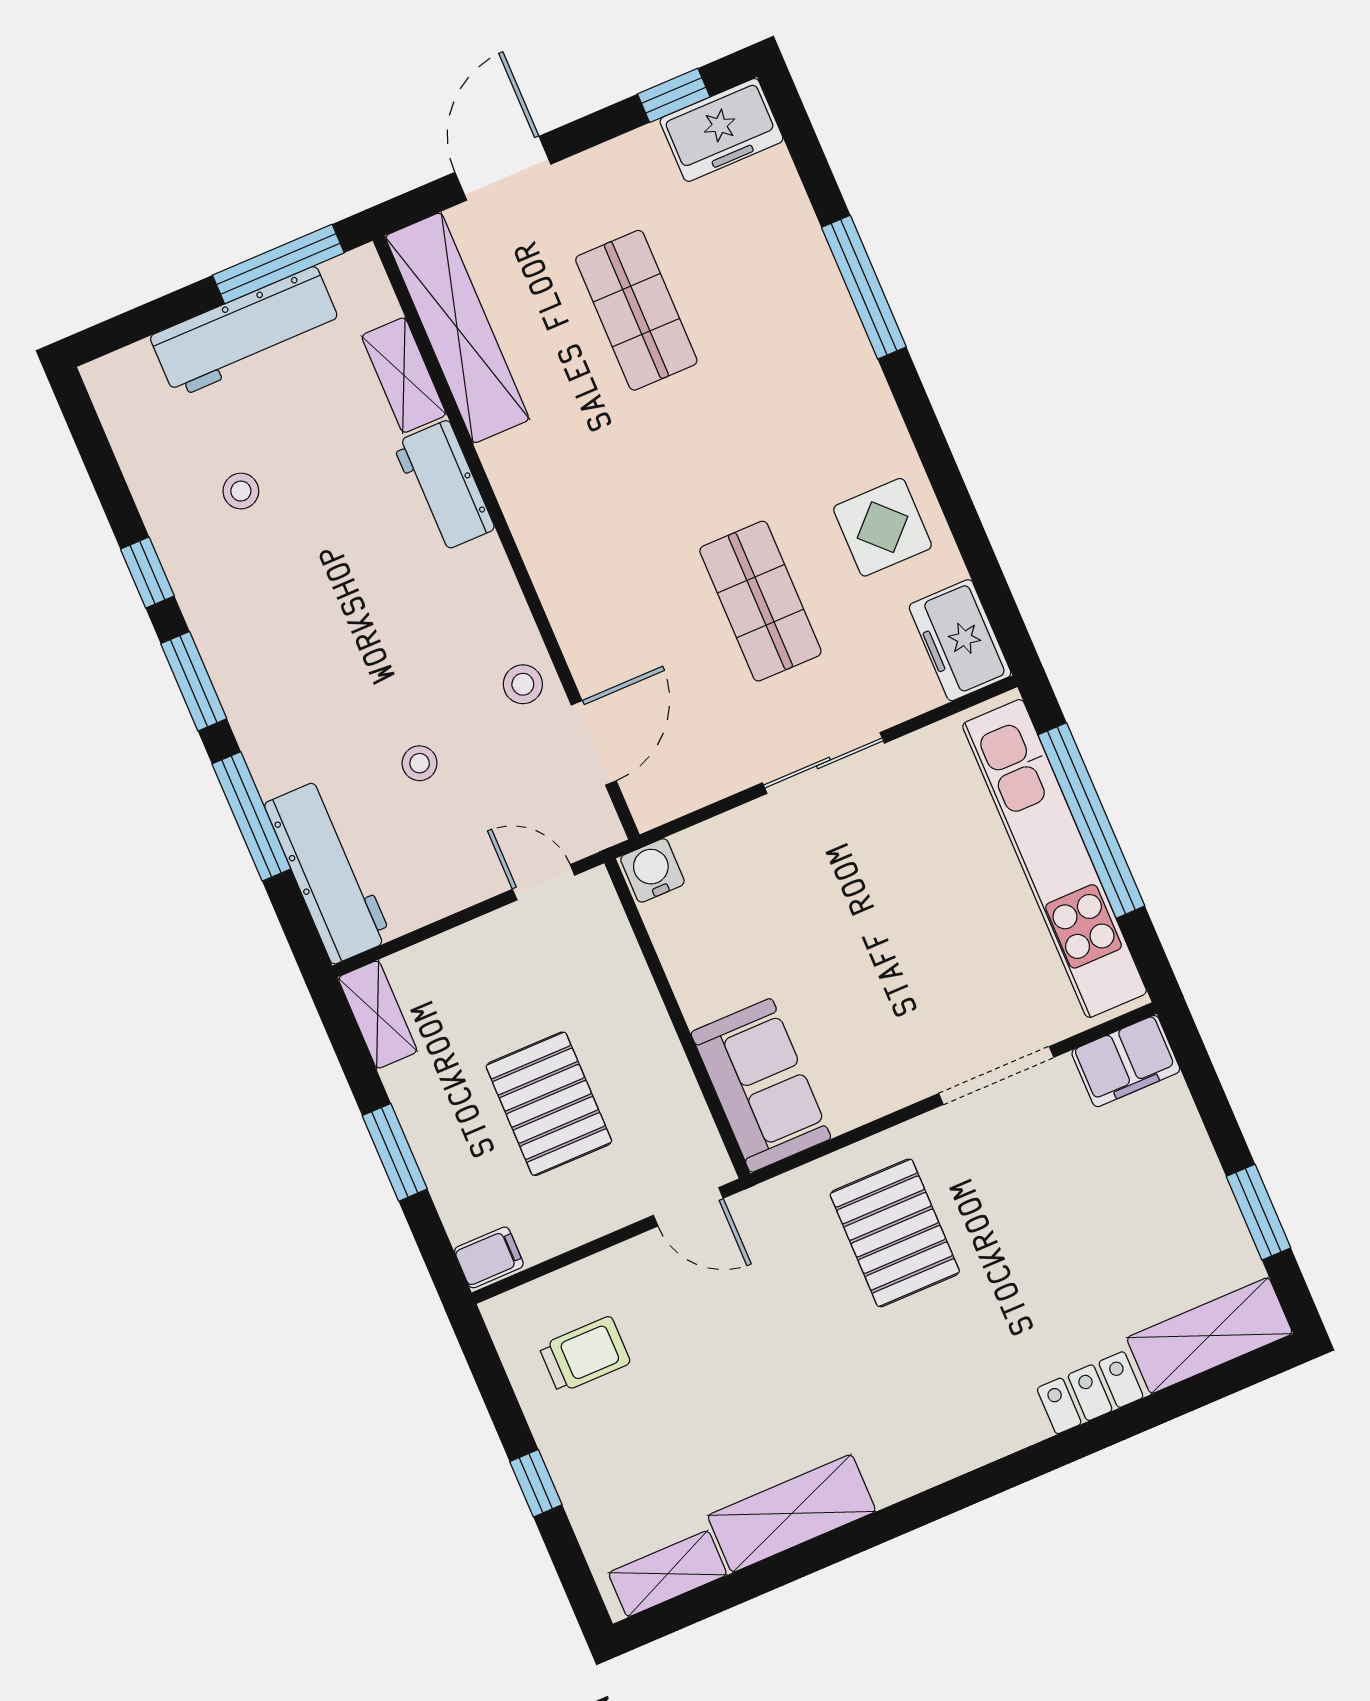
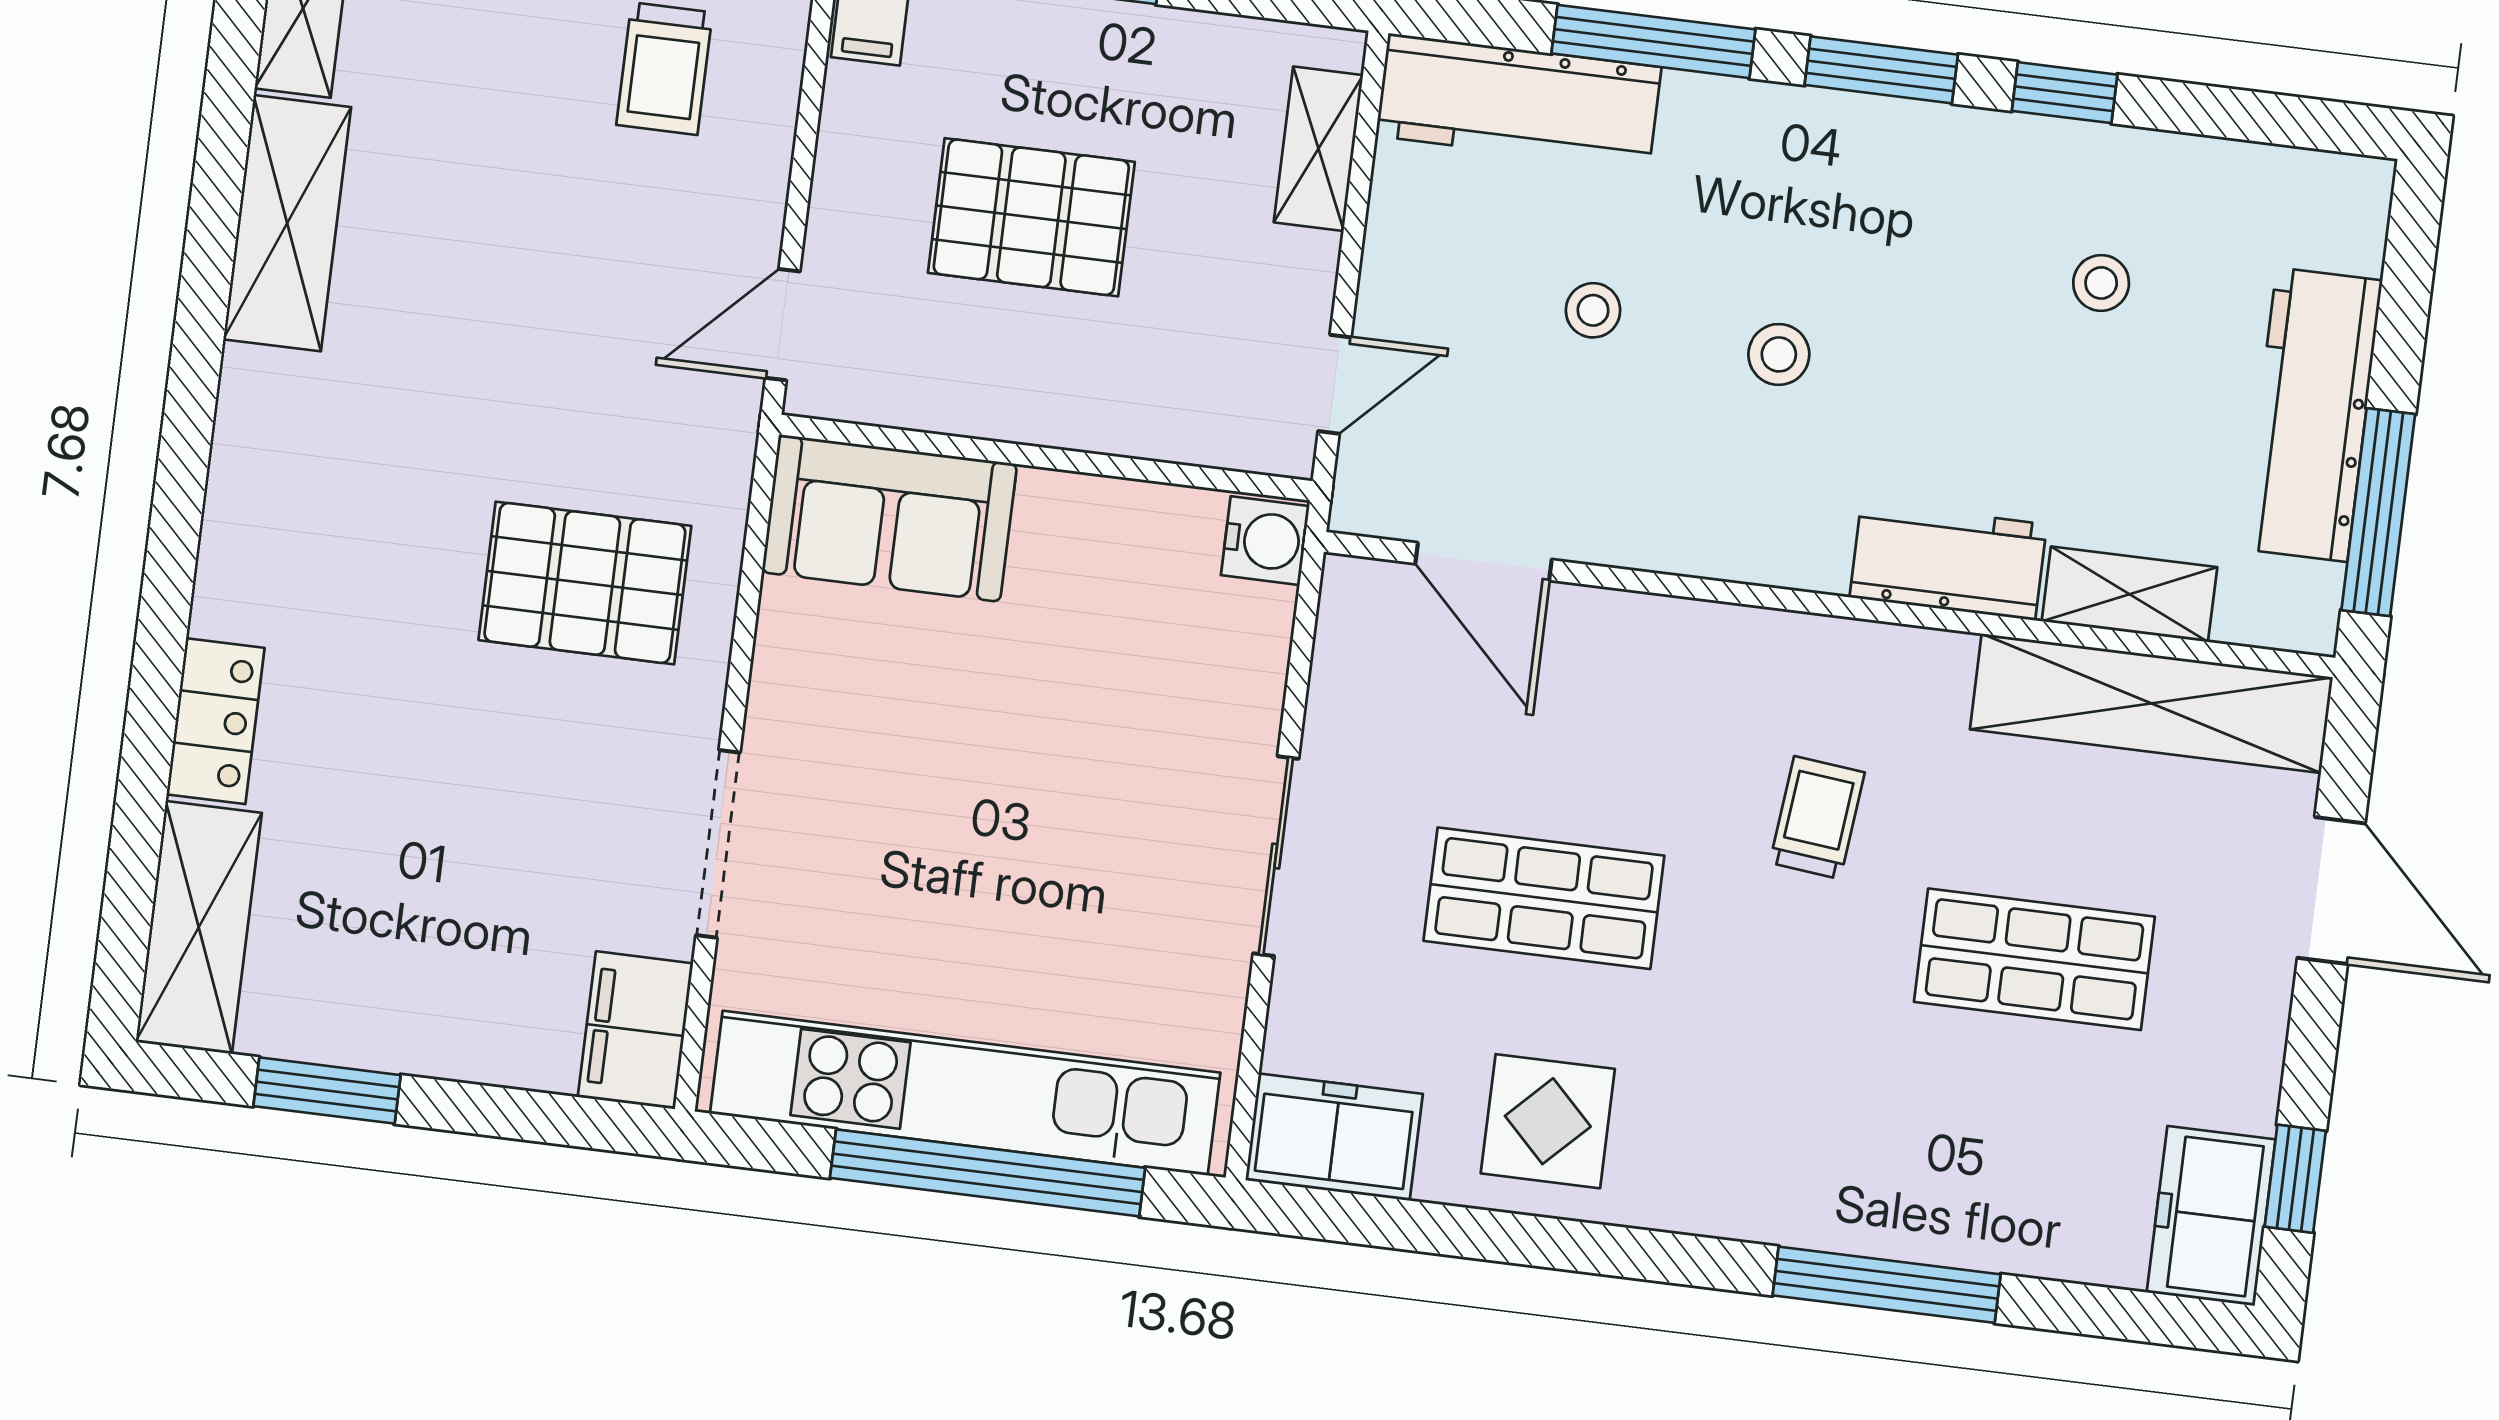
trolley: (628, 476) -> (1817, 818), added
stool: (523, 684) -> (1779, 354), moved
shelving: (378, 1015) -> (1318, 149), moved, turned 90

